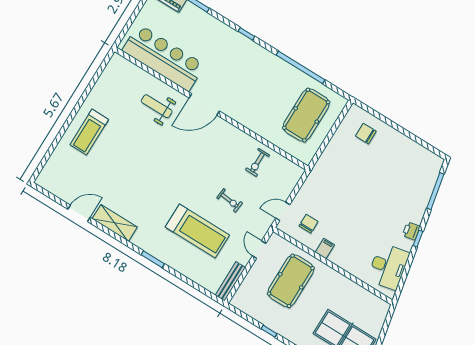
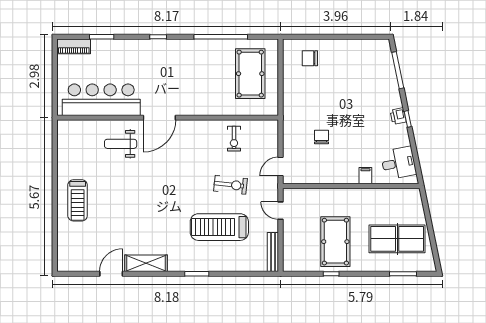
exercise bike: (230, 200) -> (230, 185), width x1.38, depth x1.39
chair: (309, 224) -> (322, 137), moved
treadmill: (197, 231) -> (219, 227), turned 180
filing cabinet: (325, 248) -> (365, 176), moved
desk: (388, 266) -> (399, 163), width x0.73
pool table: (291, 281) -> (335, 242), moved

